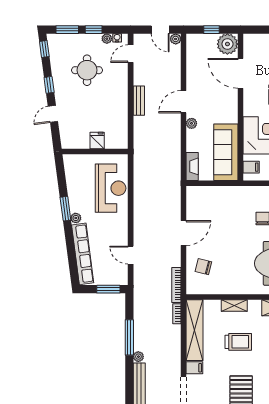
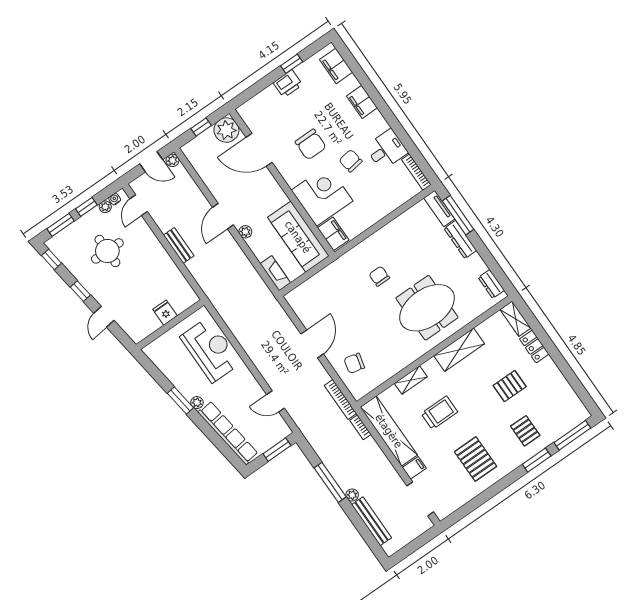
filing cabinet: (251, 167) -> (333, 234), width x2.00

